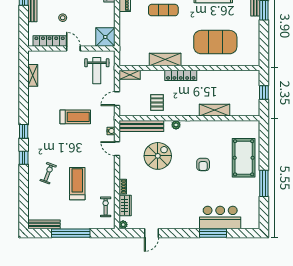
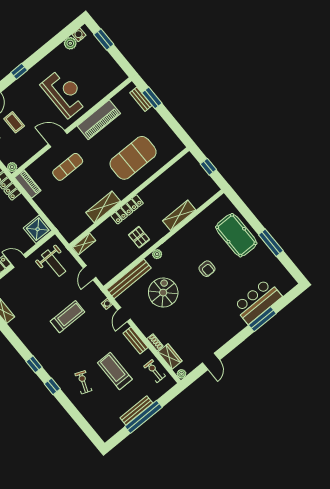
pallet: (157, 102) -> (139, 237), moved
door: (117, 149) -> (124, 315), hinge flipped
bench: (110, 174) -> (136, 340), added
bench: (44, 224) -> (136, 410), moved

